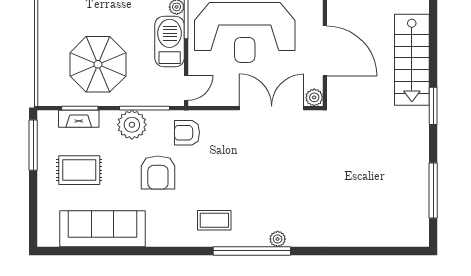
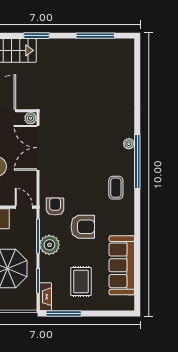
fireplace: (79, 119) -> (45, 297), moved
armchair: (187, 133) -> (55, 207), turned 180

